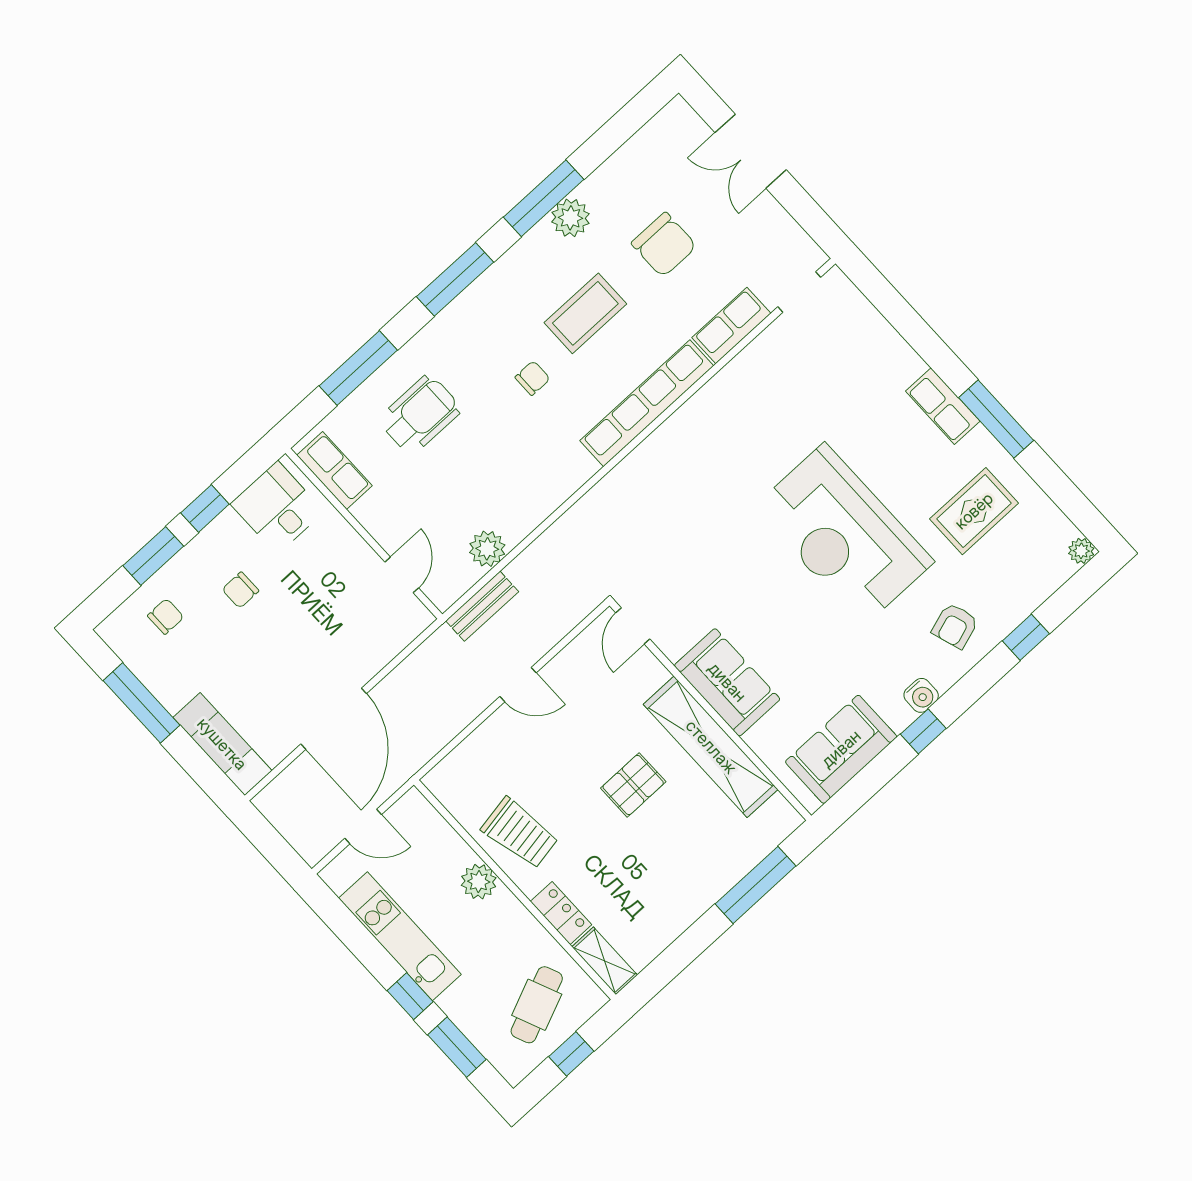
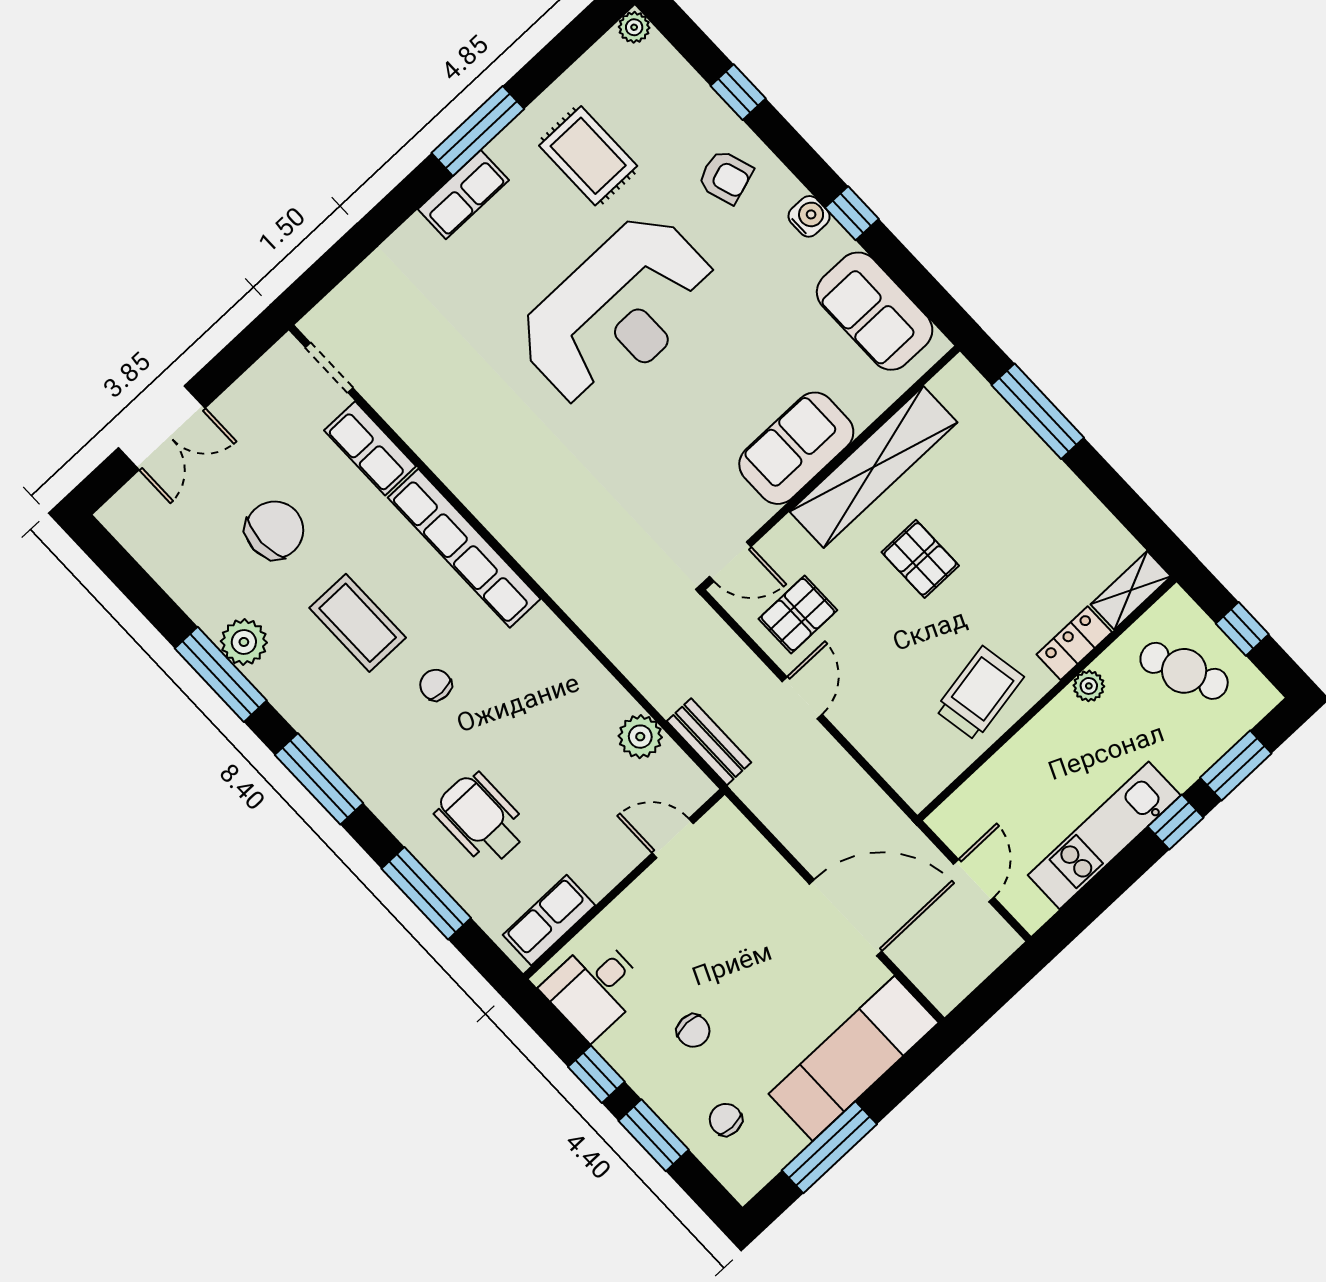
pallet: (588, 682) -> (798, 614), added
exam couch: (222, 744) -> (854, 1058), width x1.36, depth x1.45
plant: (479, 882) -> (1089, 686), moved, width x0.73, depth x0.73

